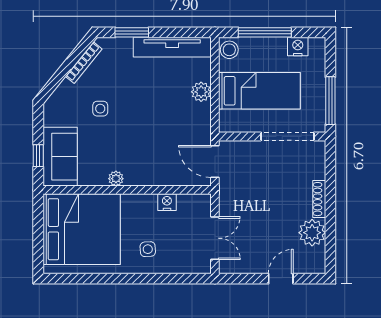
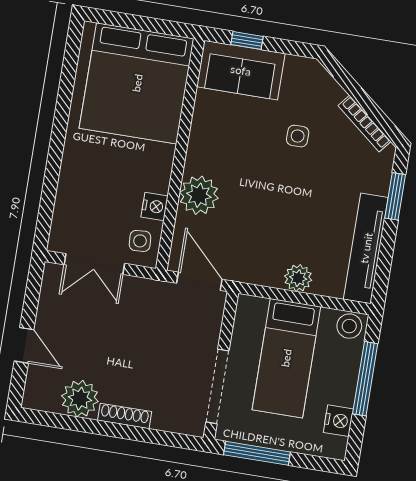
door: (215, 161) -> (199, 281), hinge flipped
plant: (116, 179) -> (199, 195), moved, width x1.88, depth x1.88
side table: (148, 249) -> (140, 241), moved

